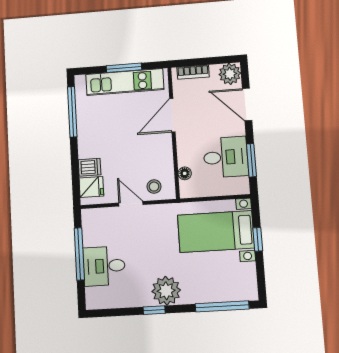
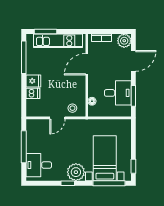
window: (124, 68) -> (45, 32), moved
door: (247, 104) -> (133, 61), swing flipped
fridge: (91, 187) -> (33, 81), moved
door: (131, 204) -> (57, 118), swing flipped
bed with nightstands: (216, 232) -> (105, 158), moved, turned 90
window: (258, 239) -> (133, 166), moved
desk: (104, 266) -> (39, 165), moved

